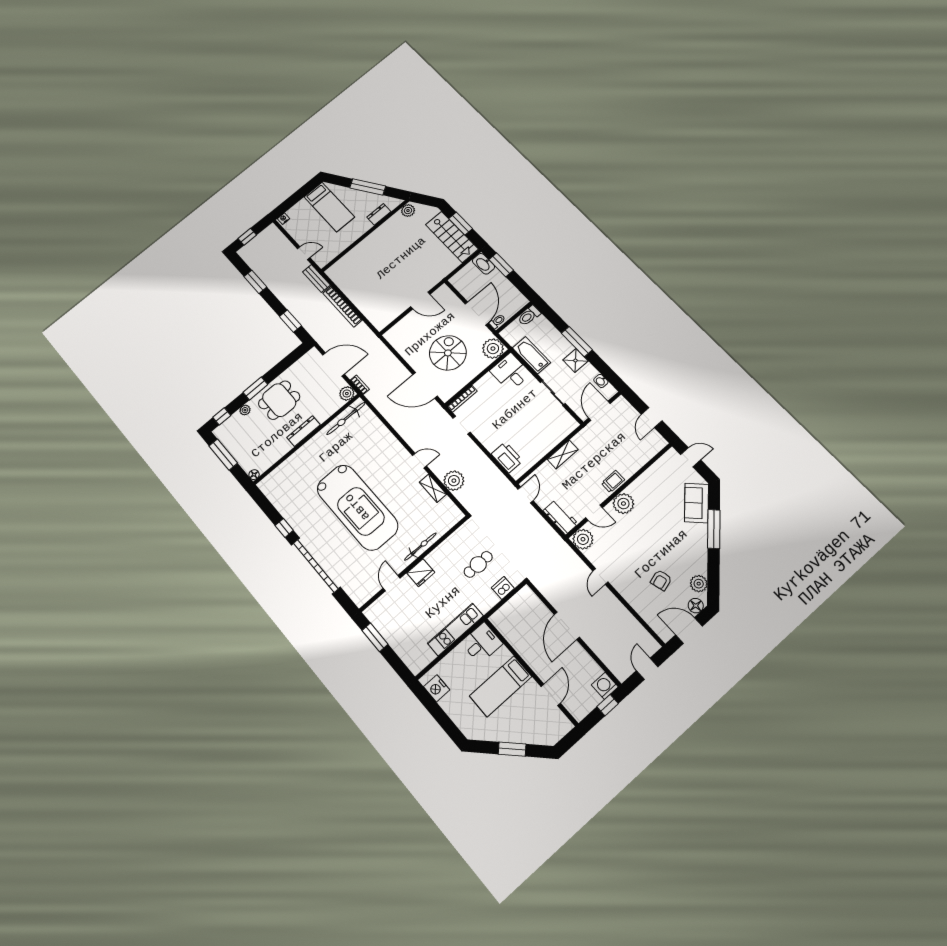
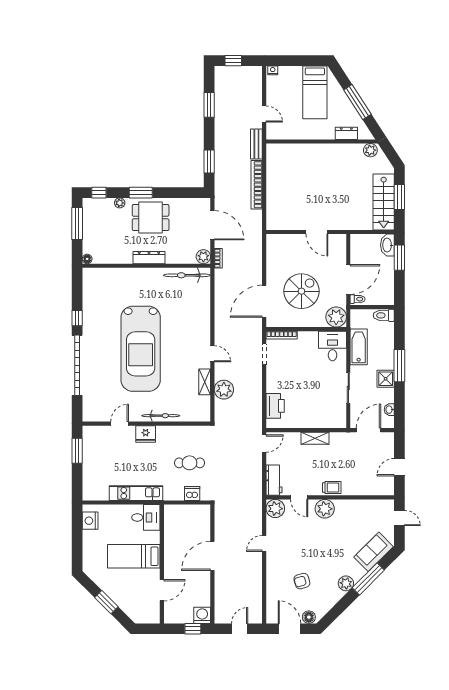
door: (425, 385) -> (264, 301), hinge flipped
plant: (699, 584) -> (346, 583), moved

